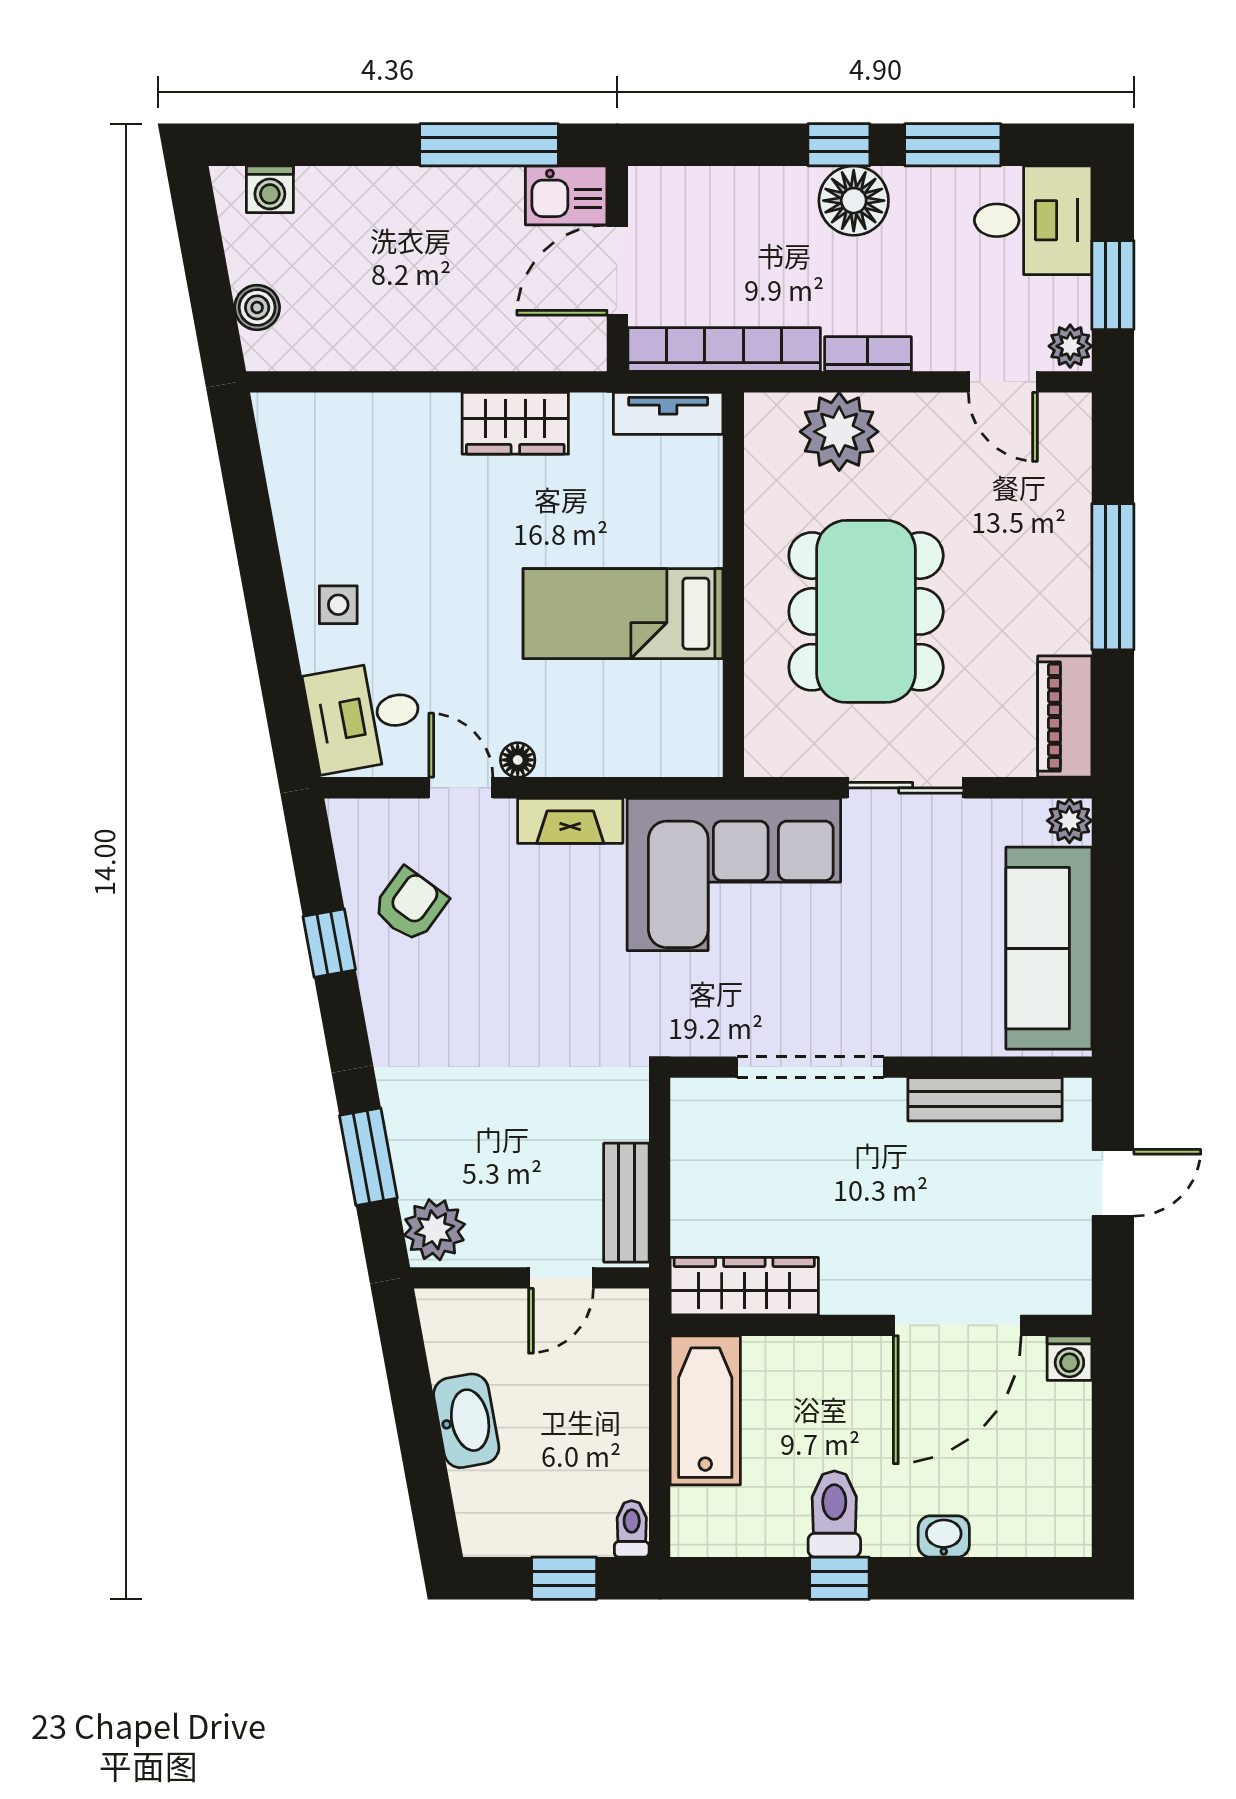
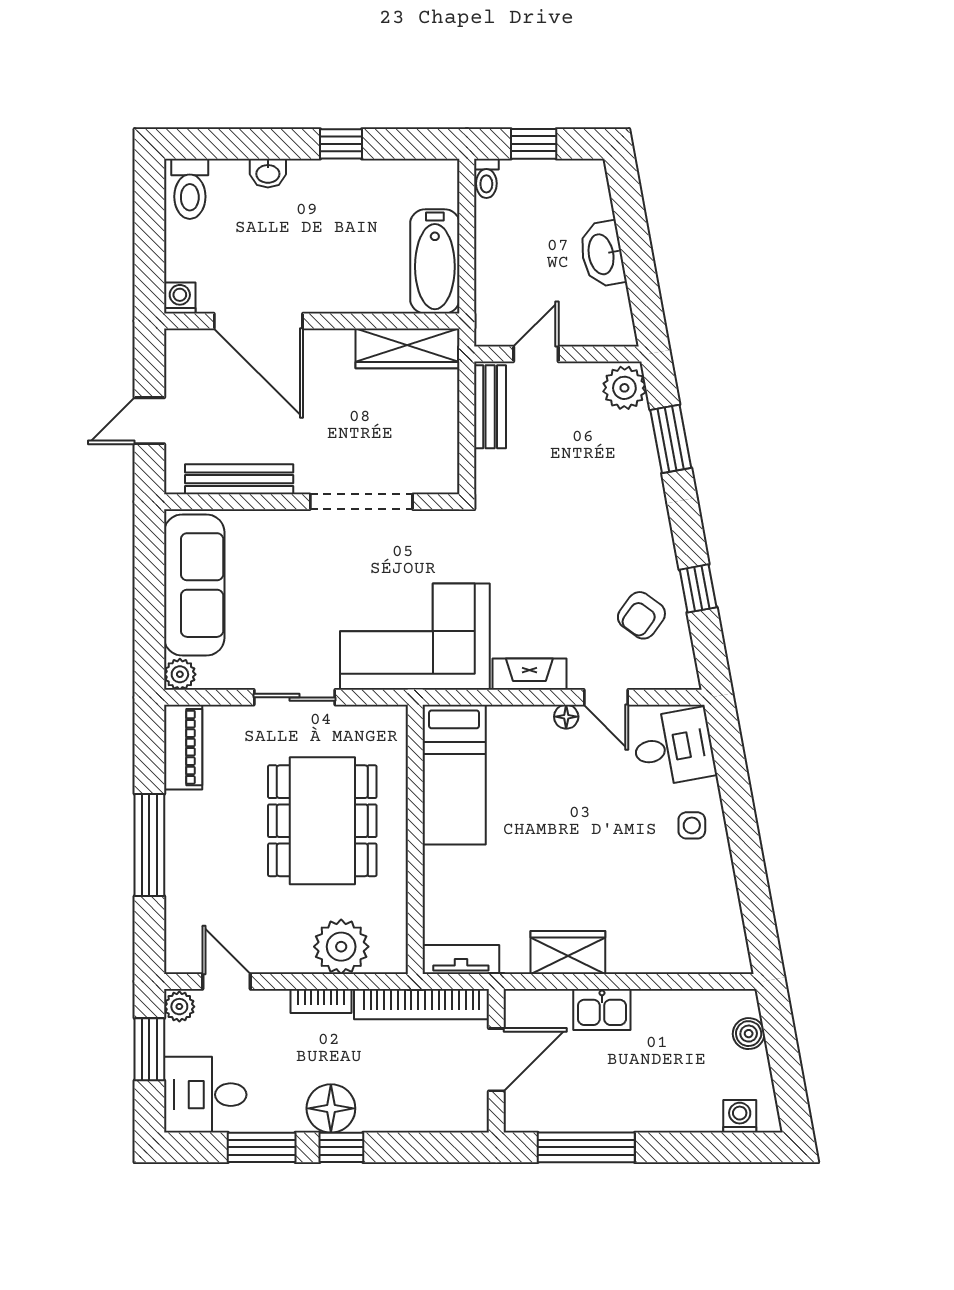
kitchen sink: (566, 195) -> (602, 1009), moved, turned 180
bed: (623, 614) -> (454, 775), moved, turned 90
door: (957, 1325) -> (258, 321), swing flipped
toilet: (834, 1514) -> (190, 189), moved

